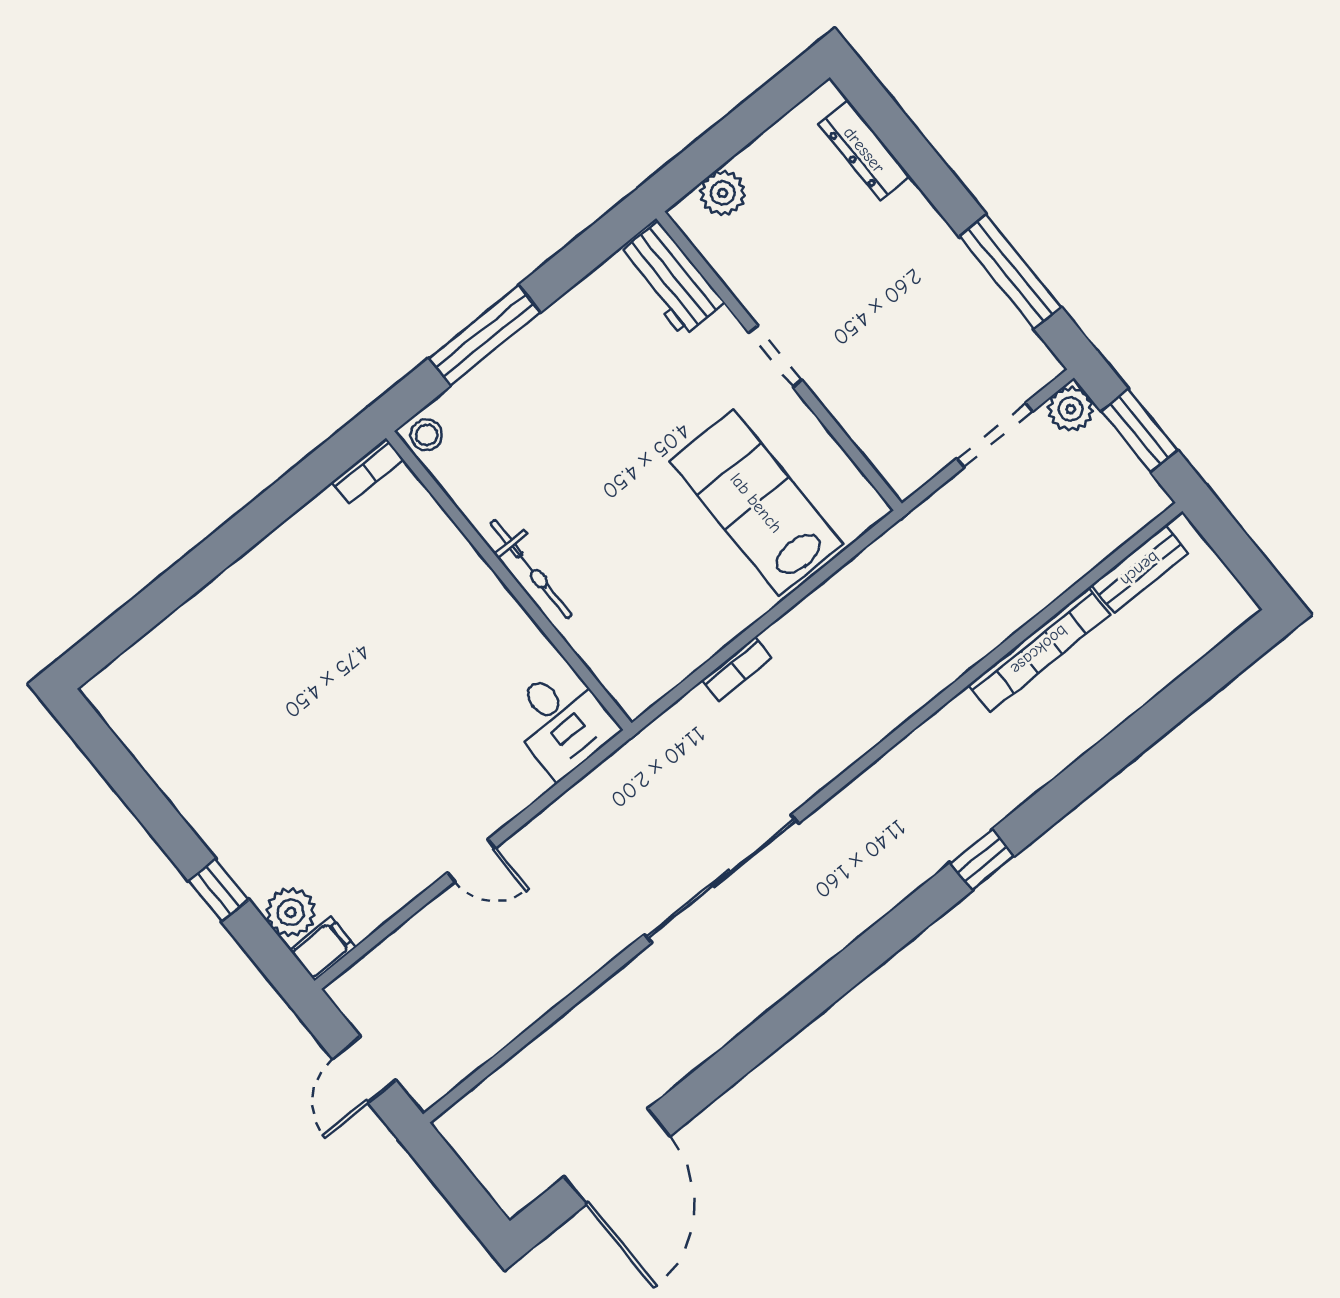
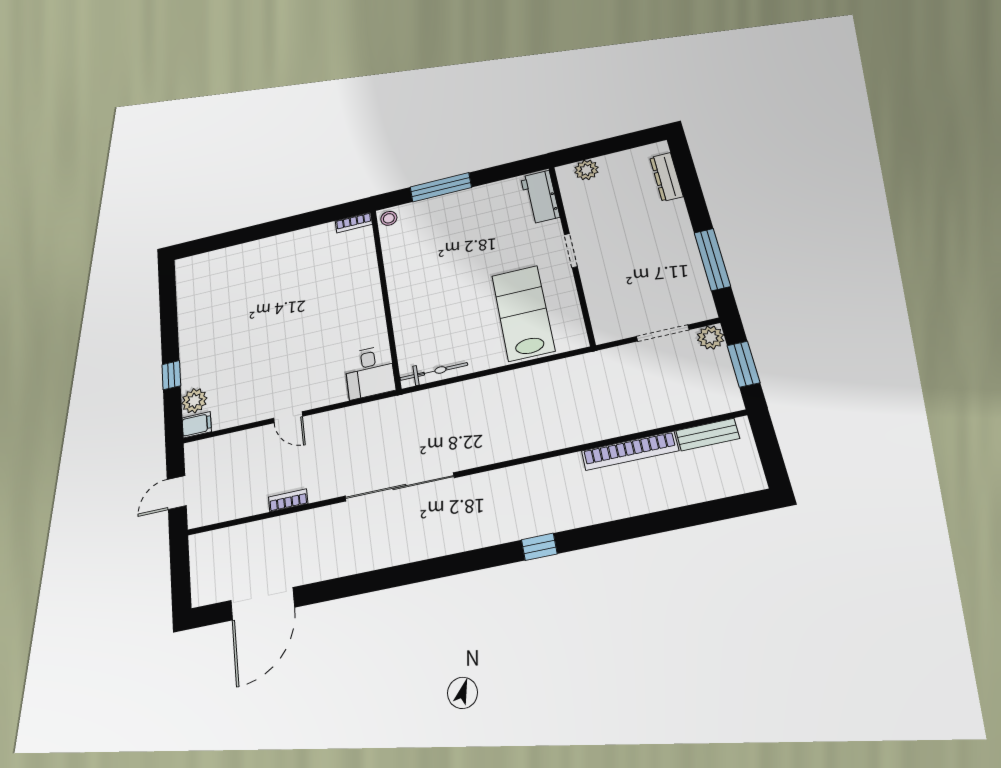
bicycle: (531, 569) -> (434, 371), moved, turned -90
bookcase: (737, 669) -> (288, 500), moved, turned 180

